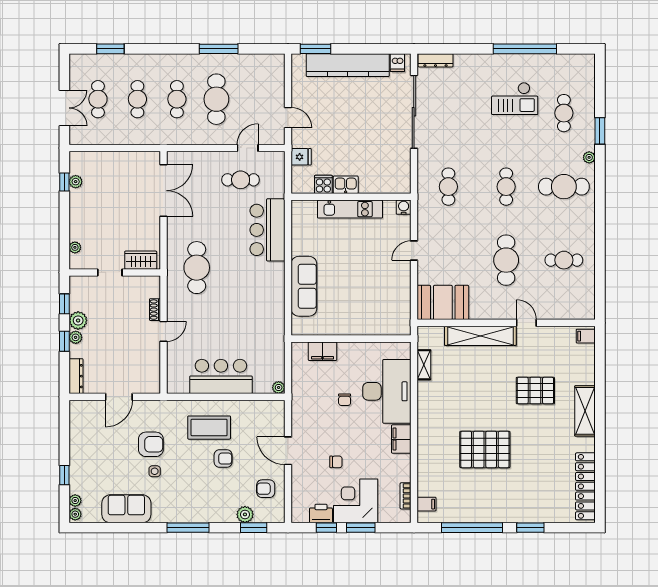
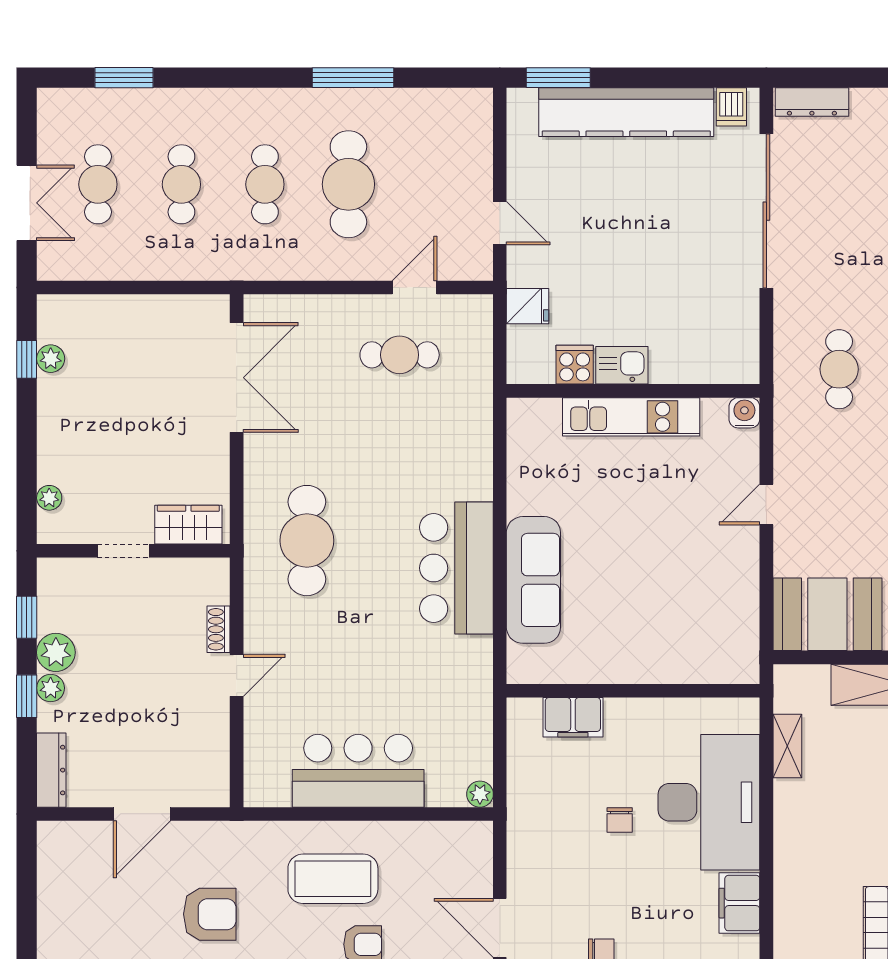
bar counter: (267, 230) -> (456, 568), moved

